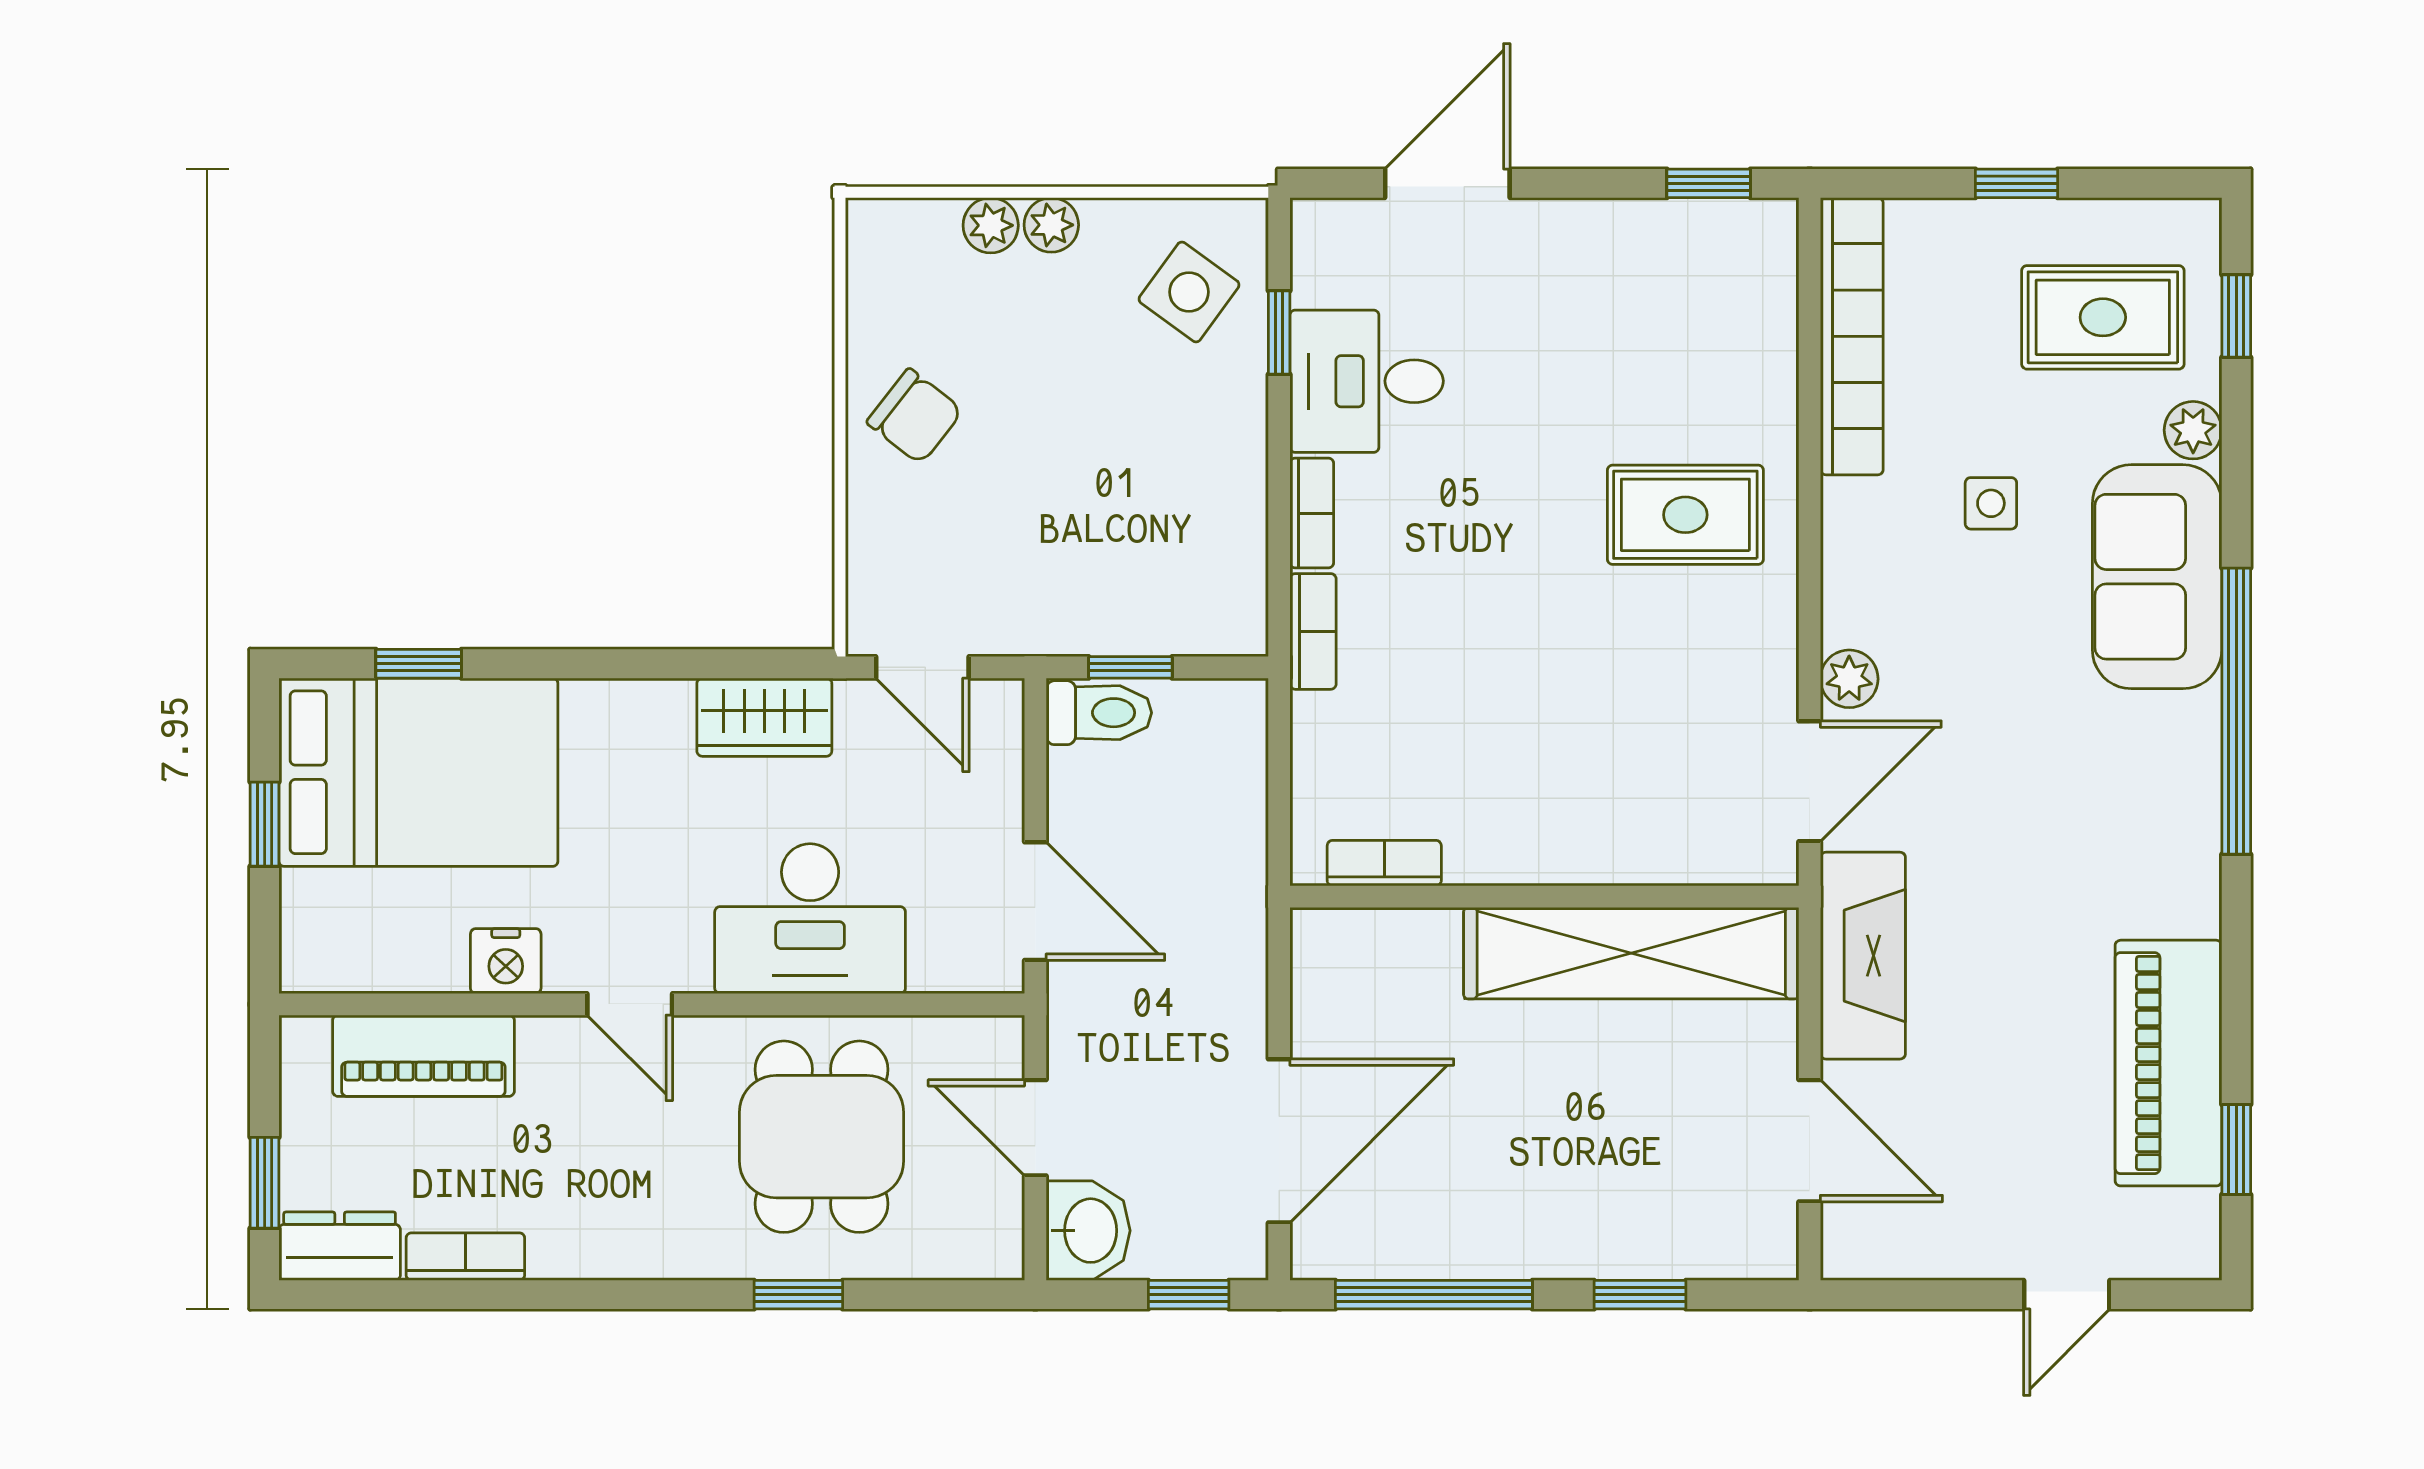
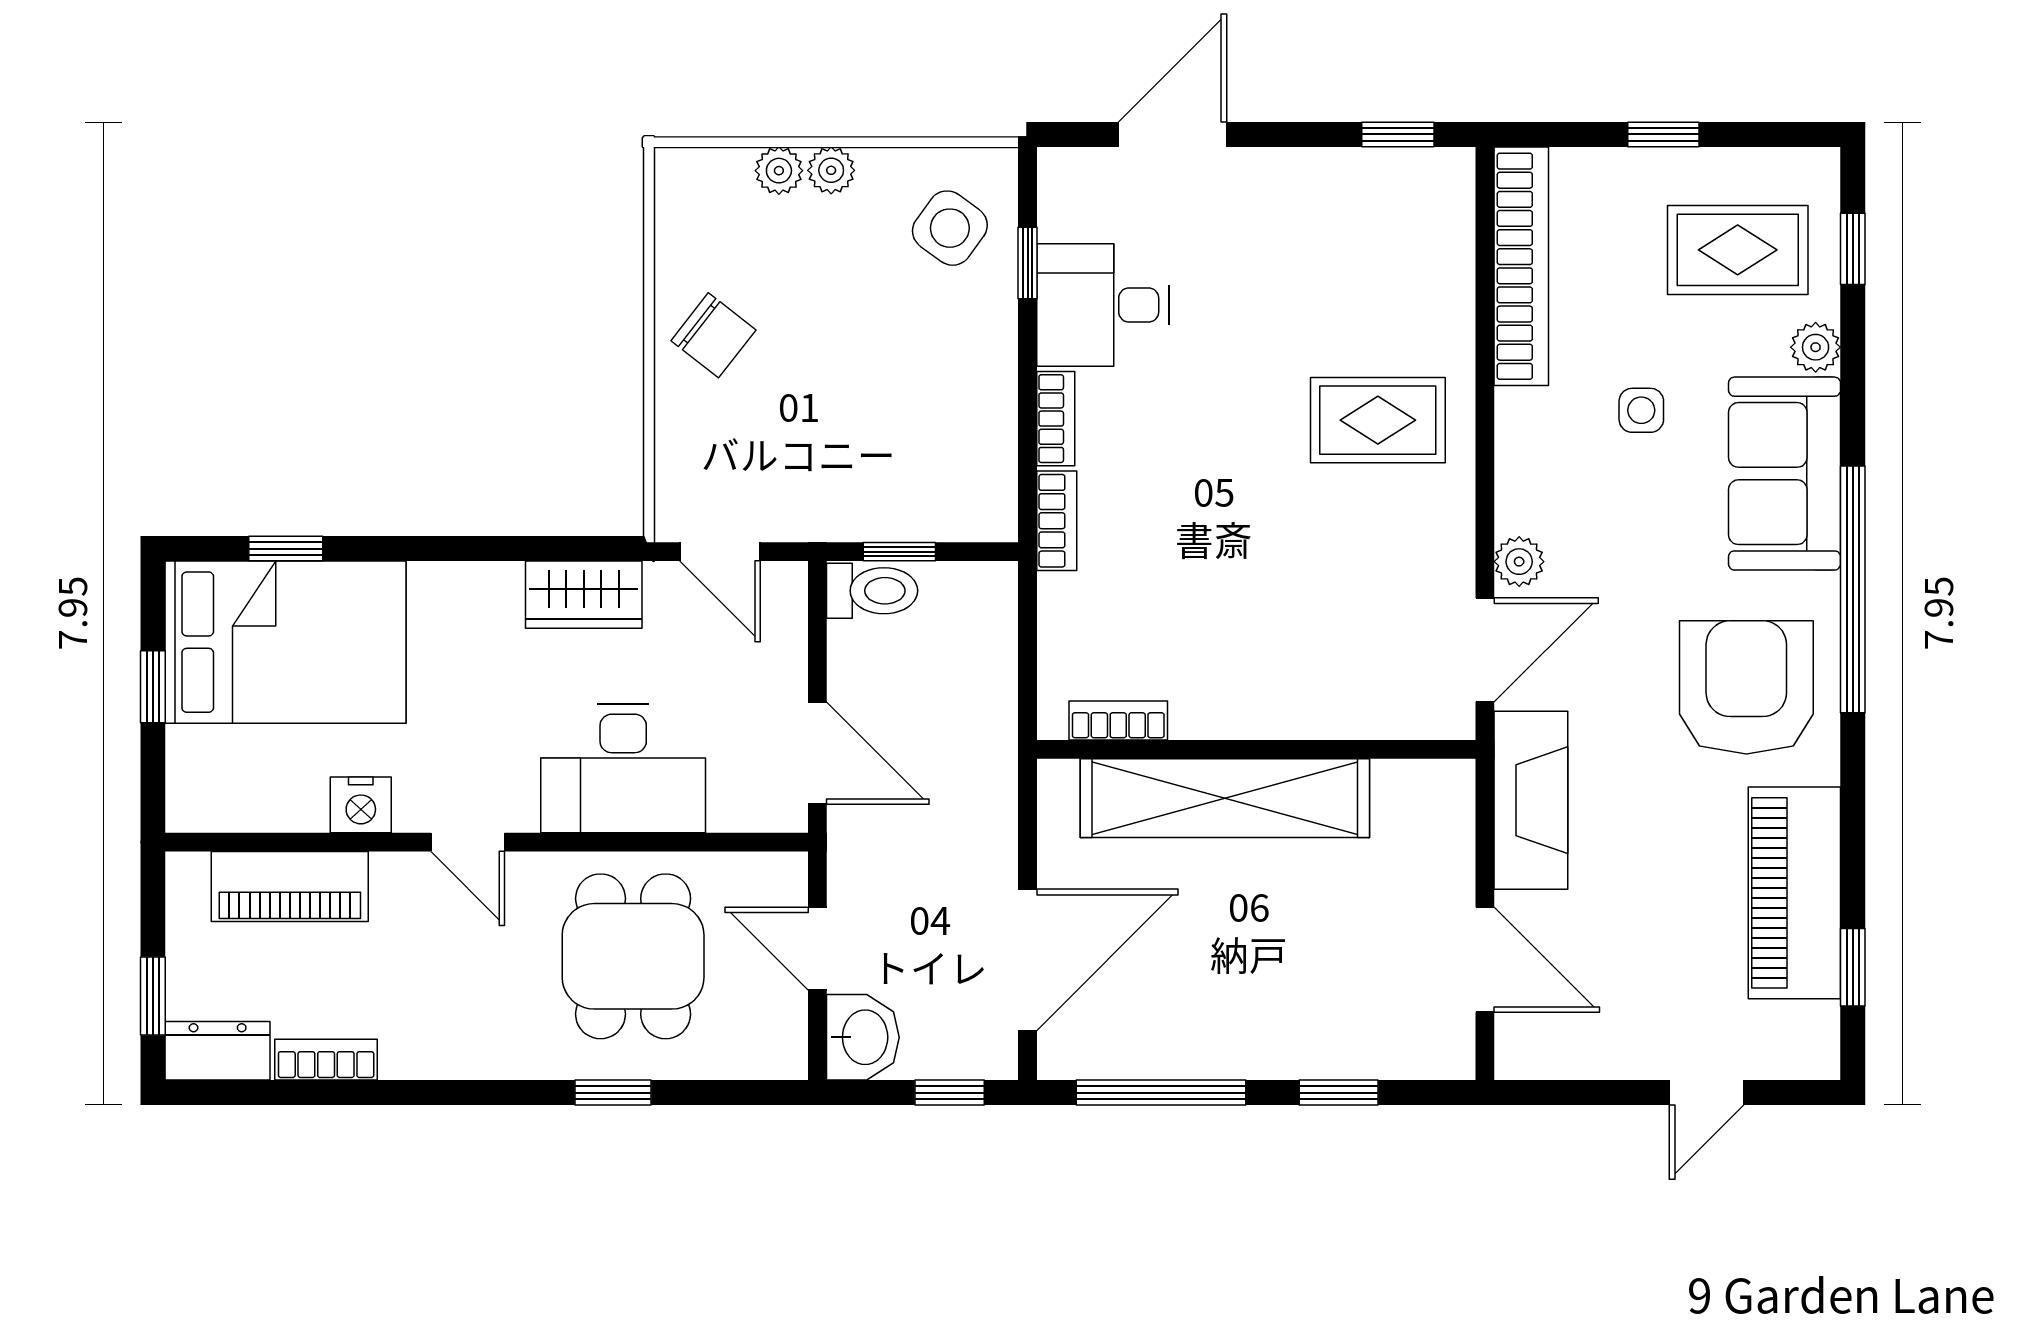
armchair: (2113, 825) -> (1746, 687), added
shelving: (1631, 953) -> (1225, 798), moved

